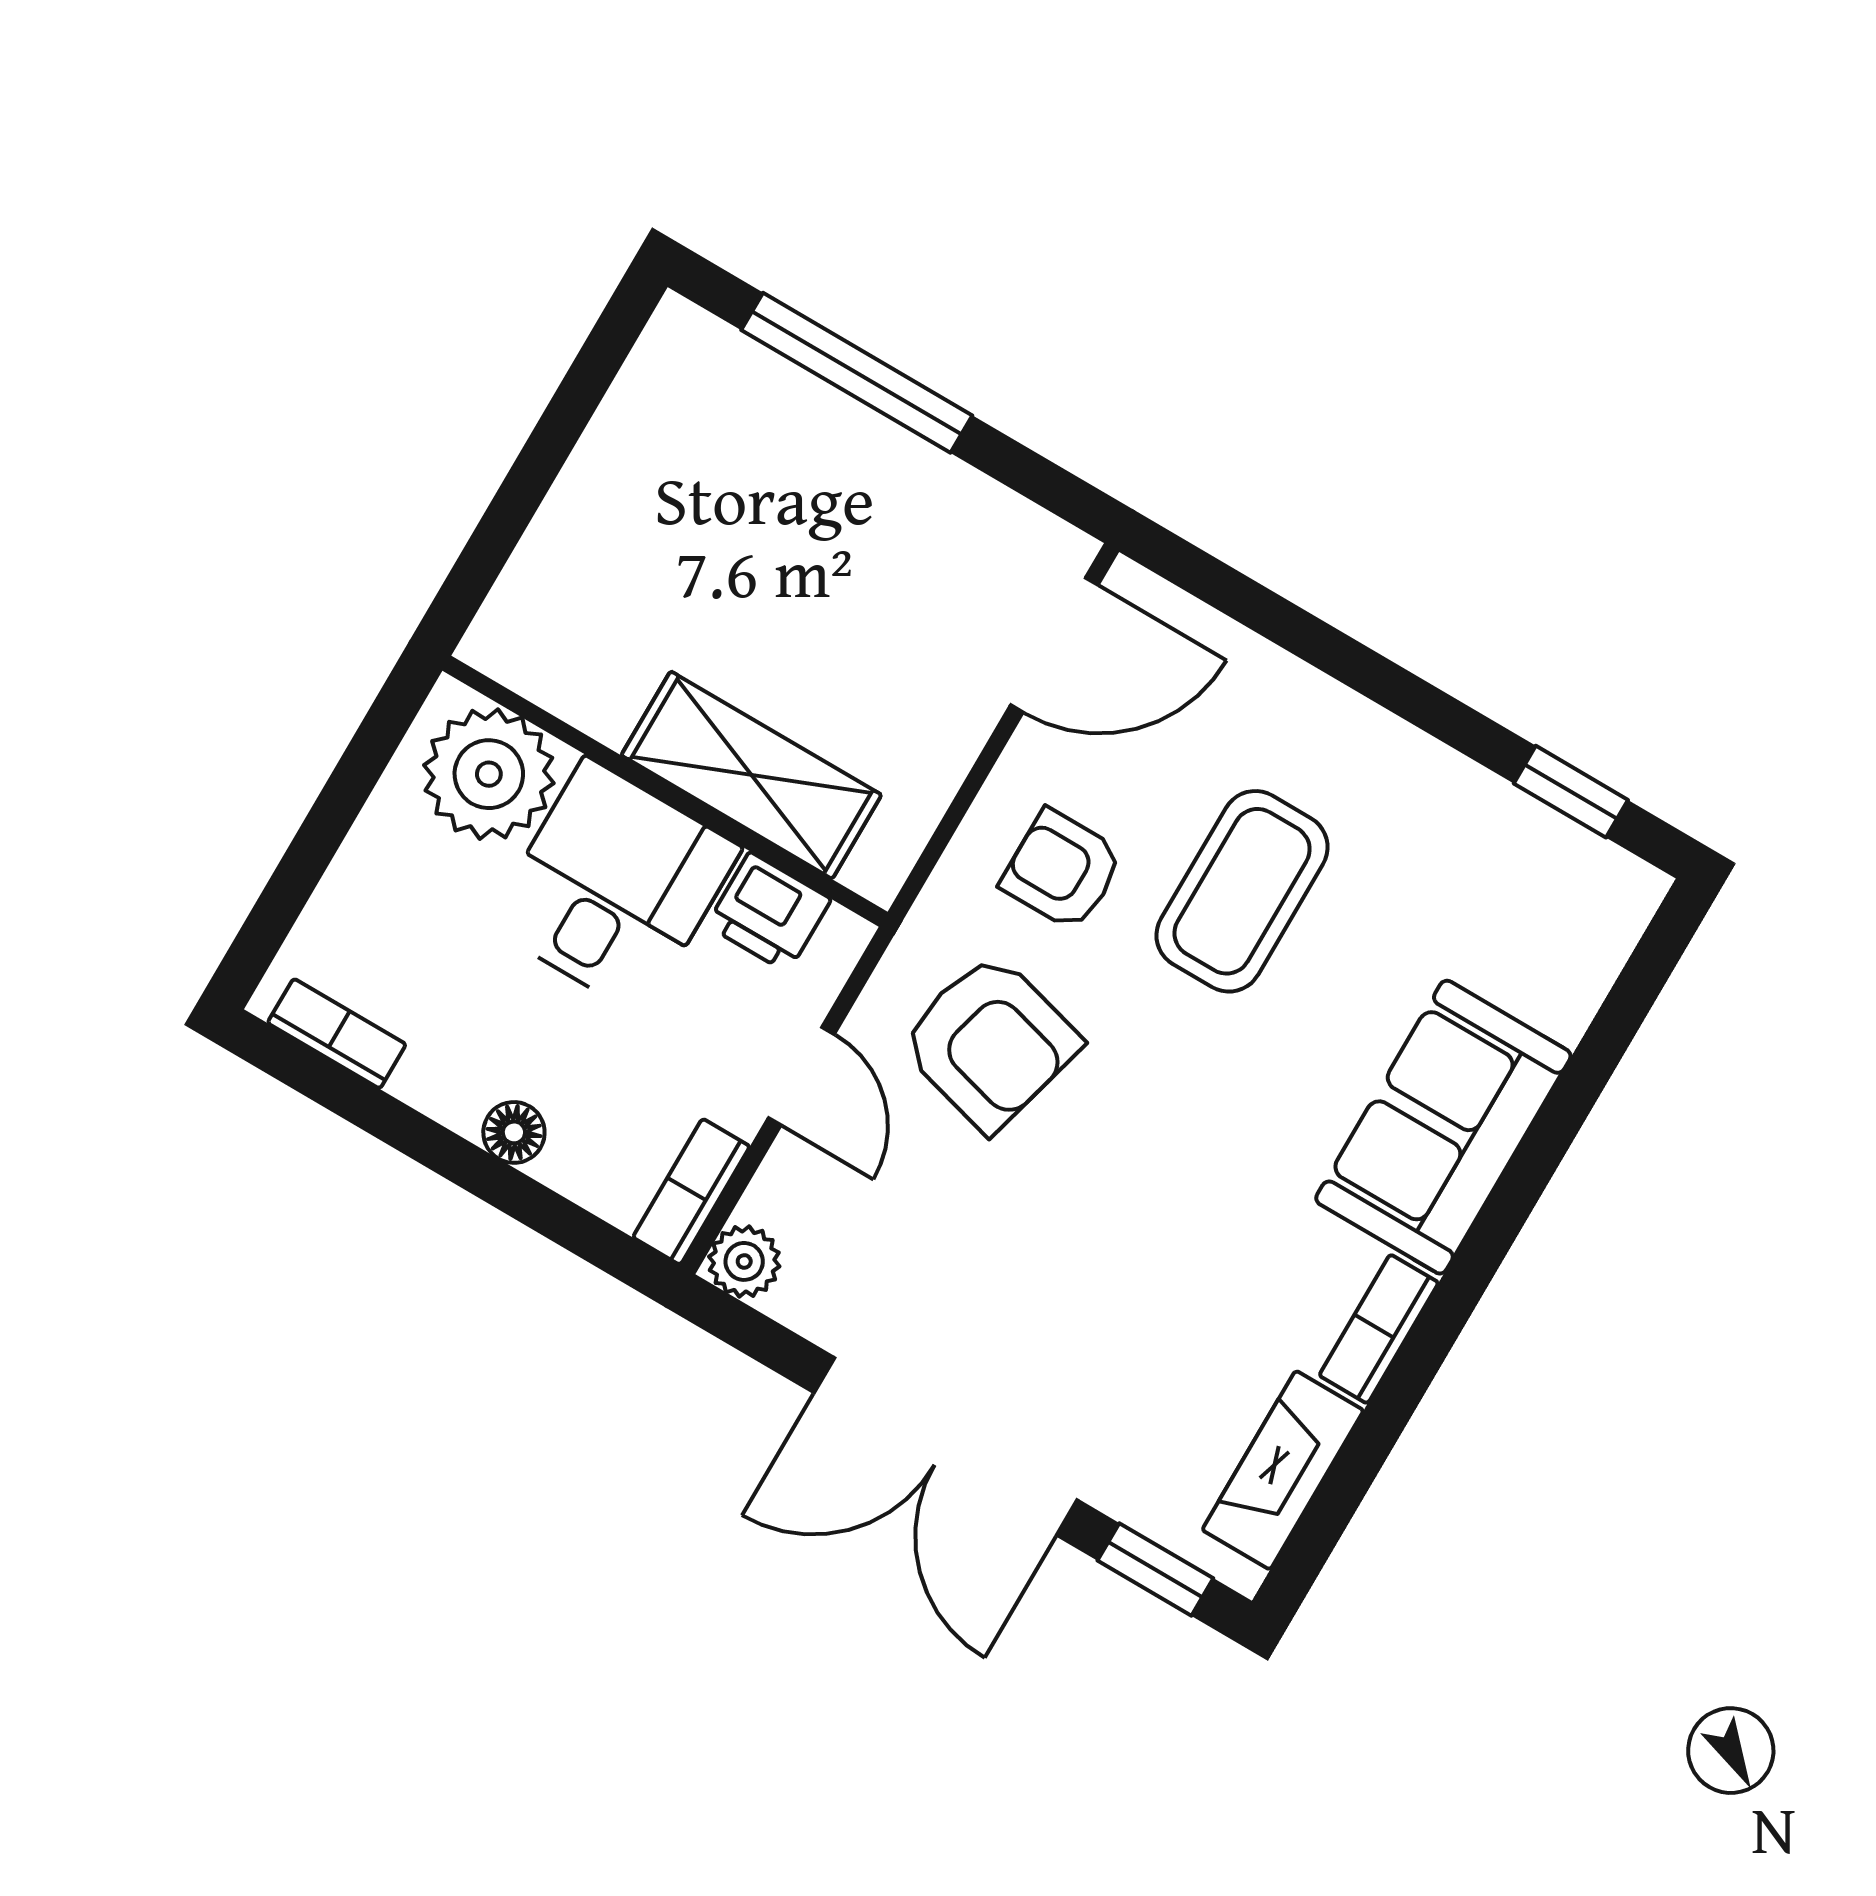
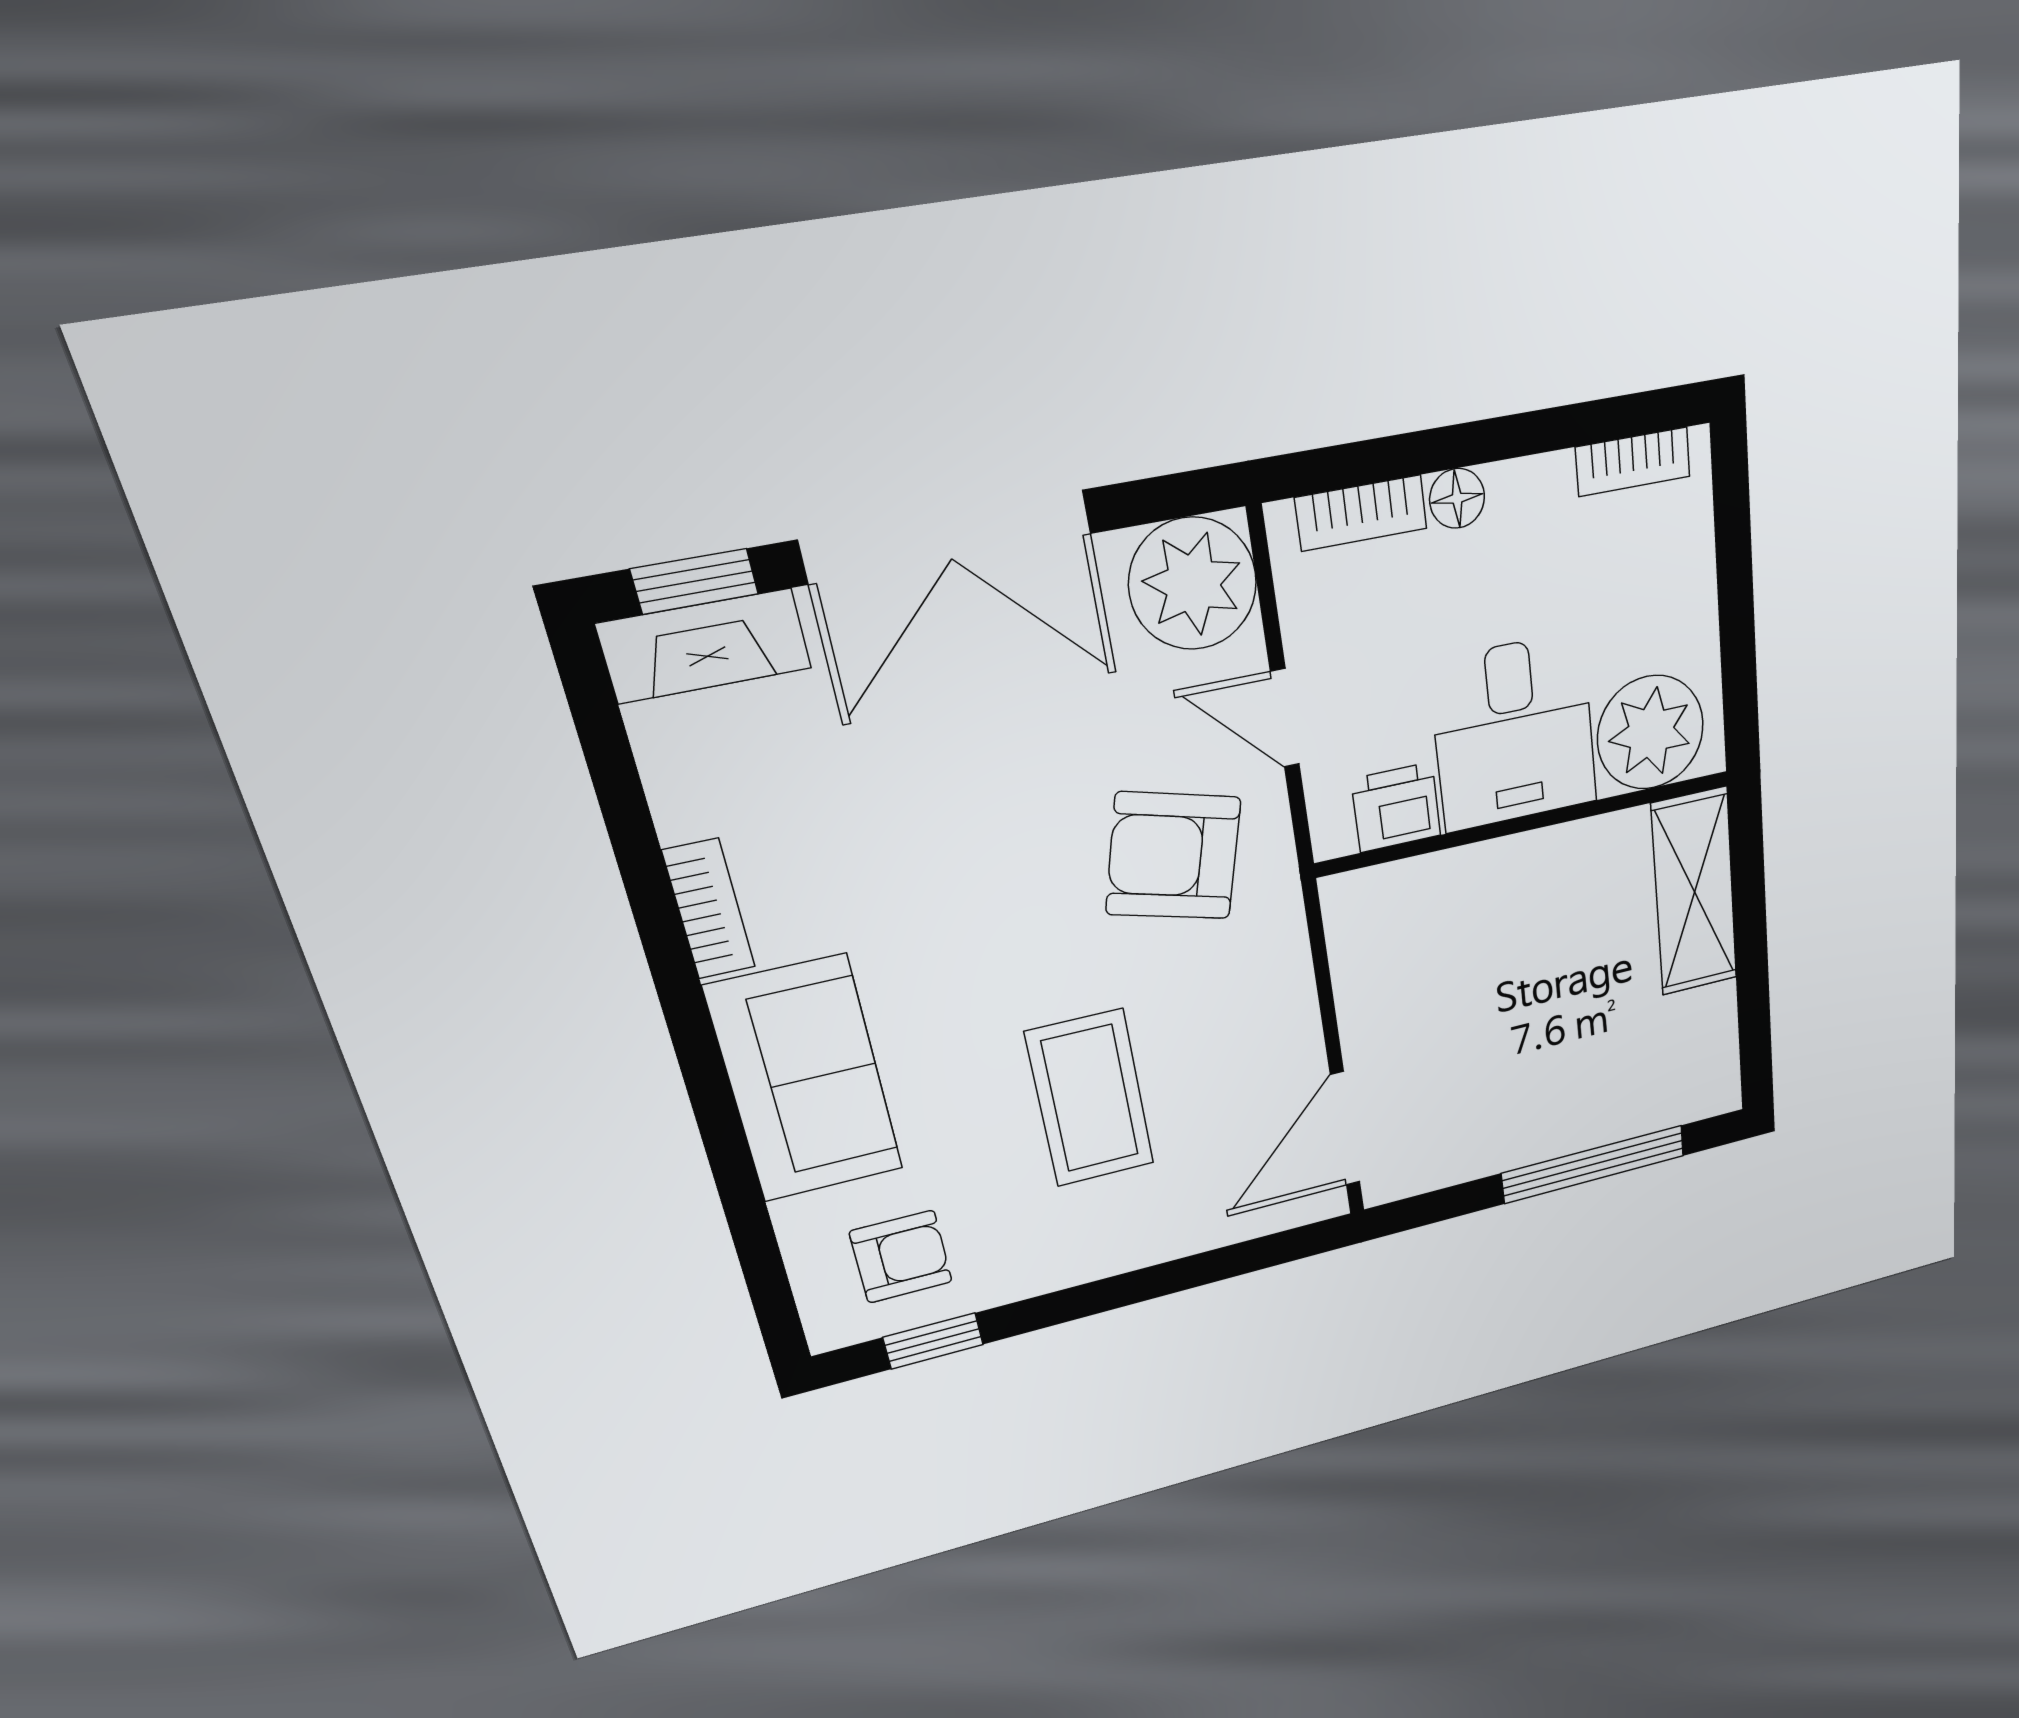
shelving: (751, 775) -> (1694, 892), moved, turned 90
armchair: (1062, 870) -> (901, 1257), moved
bookcase: (691, 1192) -> (1361, 513), moved, turned 90
plant: (744, 1261) -> (1193, 584), width x1.88, depth x1.88
double door: (945, 1446) -> (947, 537), swing flipped
fireplace: (1283, 1470) -> (705, 646), moved, turned 90

